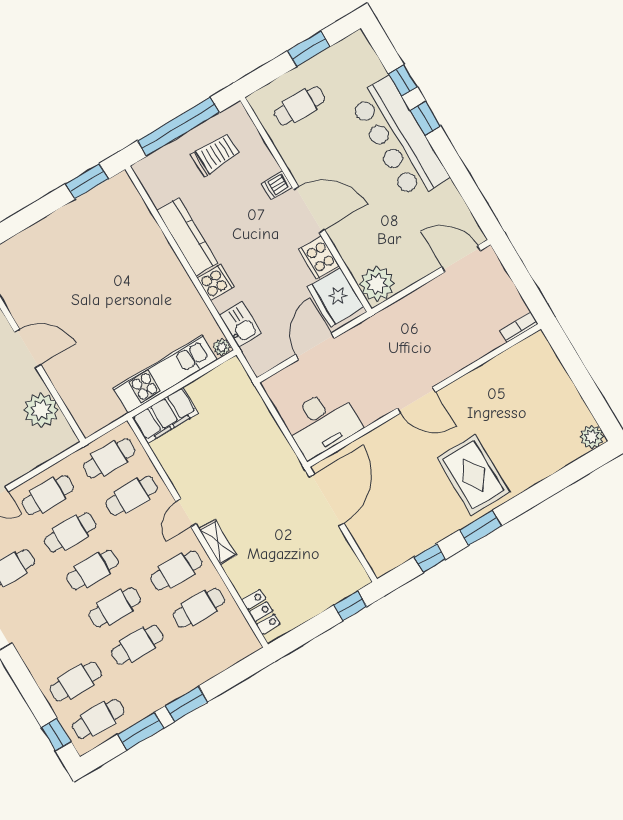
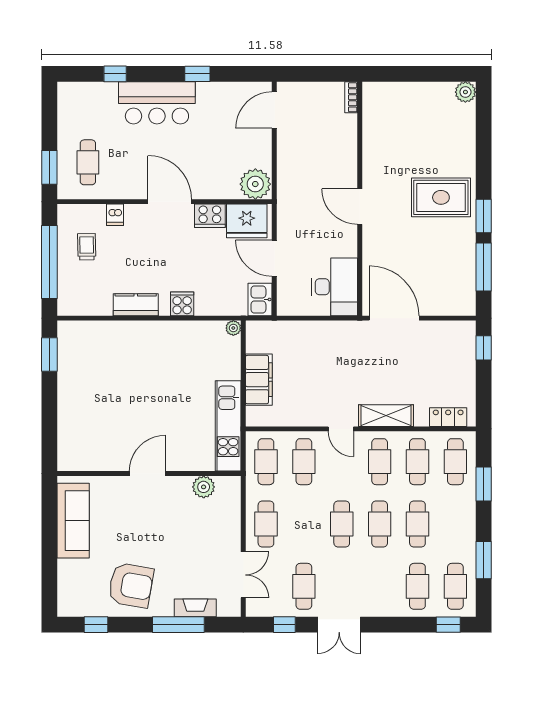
window: (309, 49) -> (49, 167), moved
window: (425, 118) -> (197, 74), moved
bar counter: (399, 139) -> (157, 103), width x0.73
trolley: (215, 155) -> (87, 247), width x0.73, depth x0.72
dishwasher: (277, 185) -> (115, 215), moved
door: (309, 210) -> (170, 202), hinge flipped
kitchen counter: (187, 237) -> (136, 305), width x0.67
kitchen sink: (240, 324) -> (260, 299), moved, turned -90
kitchen unit: (165, 374) -> (228, 426), moved
door: (416, 400) -> (360, 207), swing flipped
plant: (41, 410) -> (204, 487), width x0.73, depth x0.73
filing cabinet: (165, 415) -> (259, 380), moved
cafe table: (70, 533) -> (455, 462), moved
shelving: (218, 542) -> (386, 416), width x1.50, depth x1.33
window: (430, 558) -> (484, 267), width x2.17
window: (186, 704) -> (484, 484), moved

